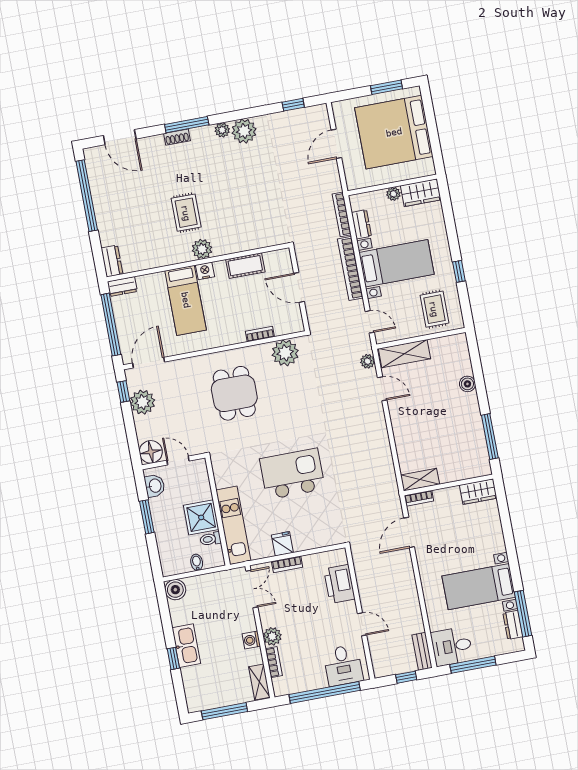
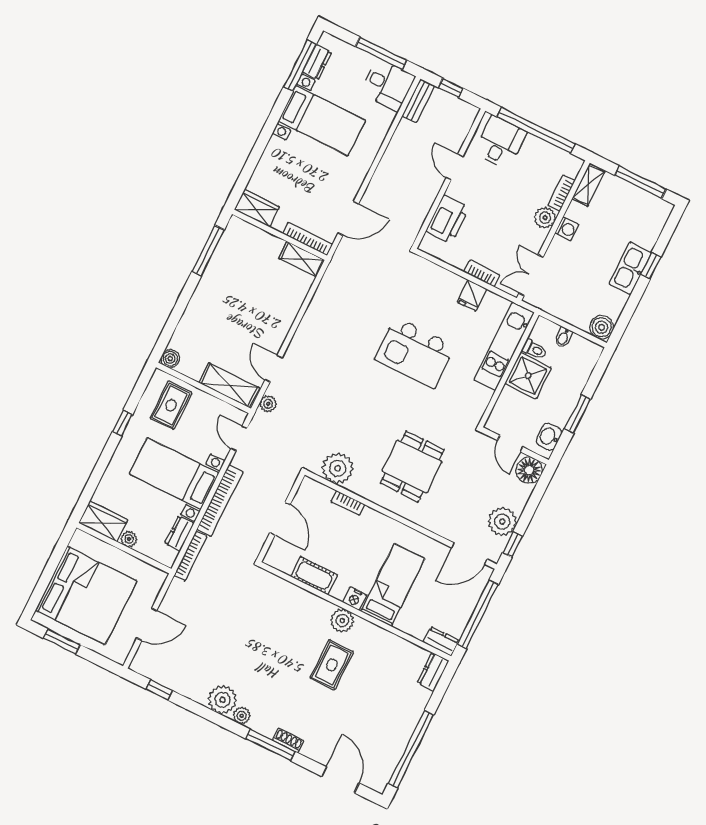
boiler: (467, 384) -> (170, 359), moved
bookcase: (419, 498) -> (308, 239), width x1.56

